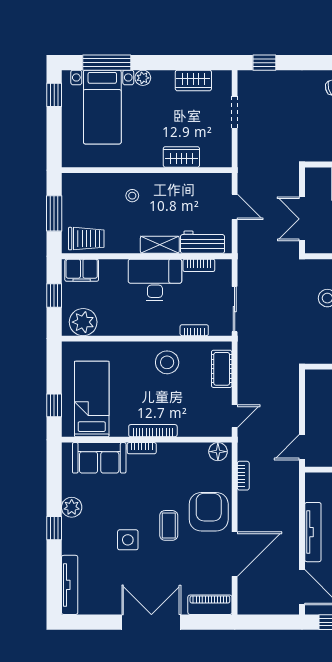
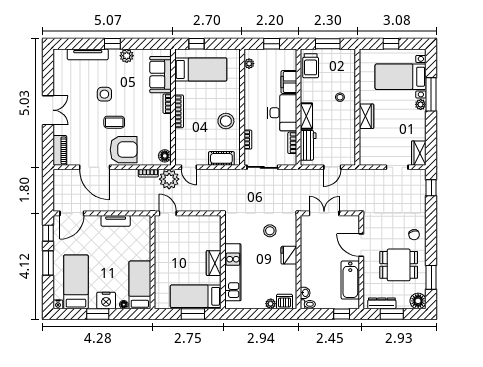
window: (107, 63) -> (431, 94), moved
wardrobe: (193, 80) -> (419, 153), moved
window: (54, 95) -> (391, 44), moved
wardrobe: (181, 157) -> (366, 116), moved
filing cabinet: (82, 270) -> (289, 82), moved
plant: (83, 322) -> (249, 64), width x0.53, depth x0.53
plant: (252, 445) -> (169, 179), added
tv unit: (313, 532) -> (116, 221), width x0.71
tv unit: (70, 585) -> (88, 54), moved
double door: (151, 622) -> (48, 110), width x0.73

